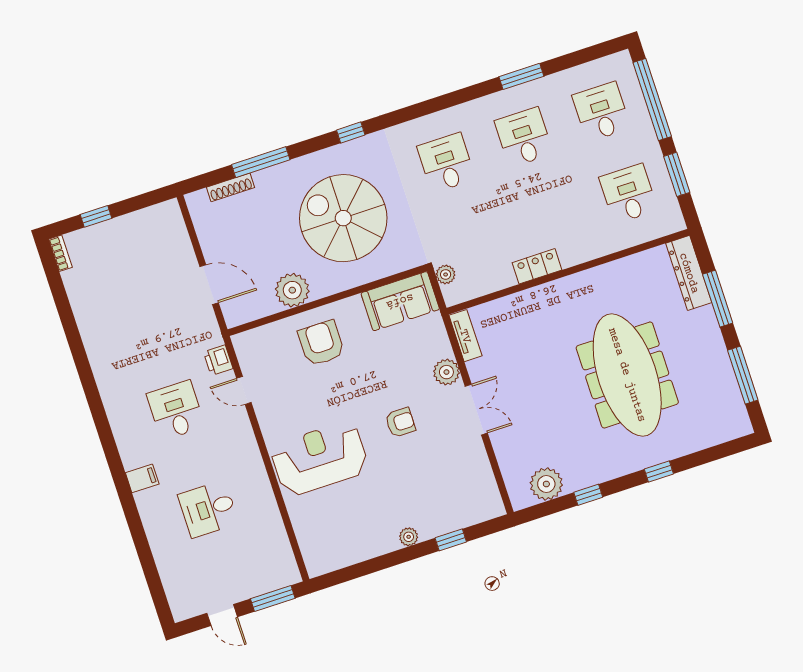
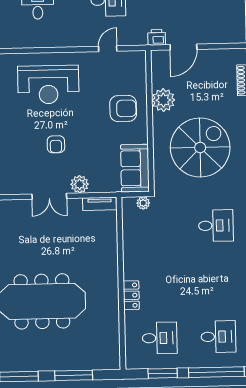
desk: (524, 137) -> (217, 281), removed
locker: (537, 266) -> (131, 295), moved
dresser: (689, 273) -> (96, 362), removed
printer: (218, 360) -> (157, 37), moved
reception desk: (320, 459) -> (48, 85), turned 90

